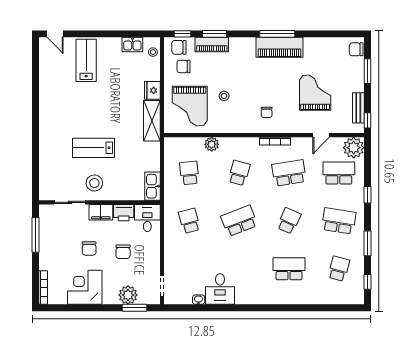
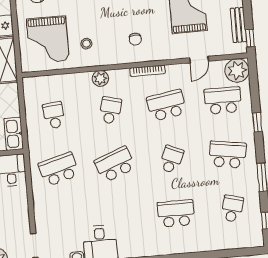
stool: (224, 96) -> (86, 44), moved
plant: (212, 144) -> (100, 79), moved
school desk: (189, 221) -> (59, 169), width x1.85

